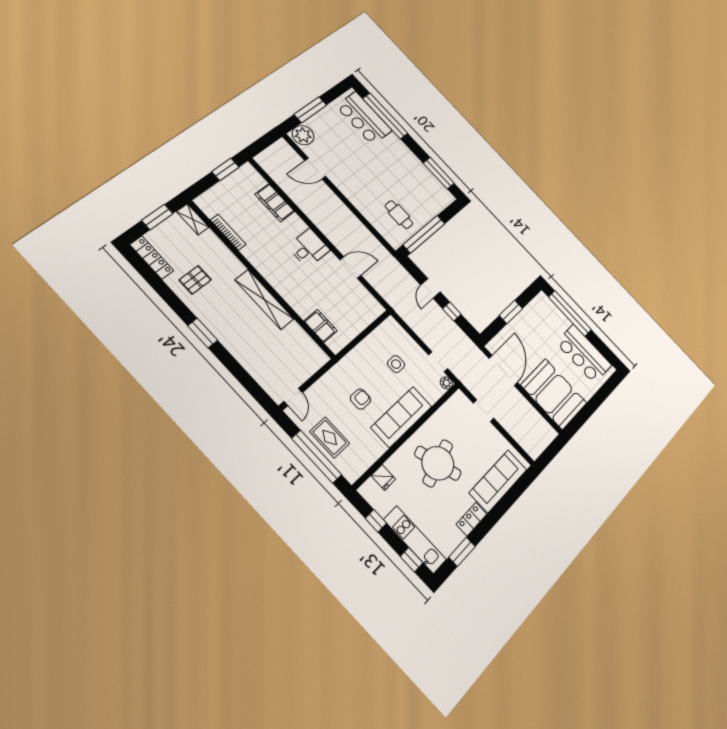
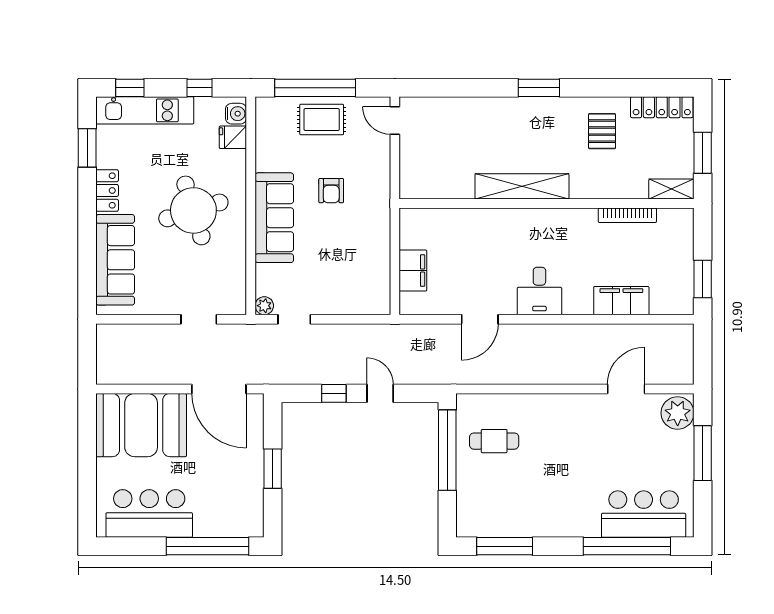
filing cabinet: (321, 326) -> (413, 271), moved, turned -90
side table: (396, 364) -> (333, 267), removed
water cooler: (370, 487) -> (236, 114), added

